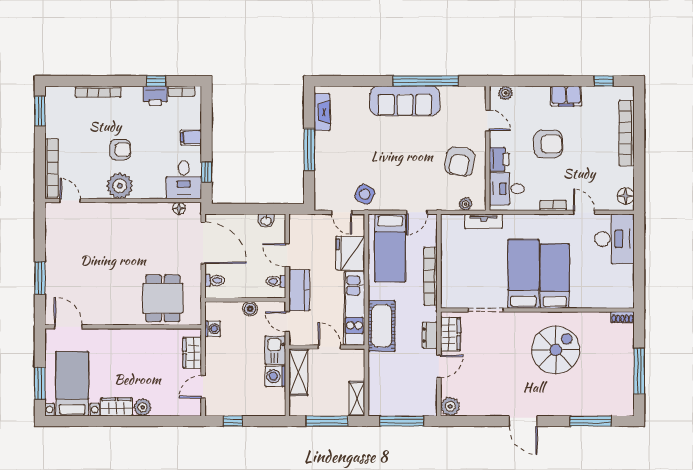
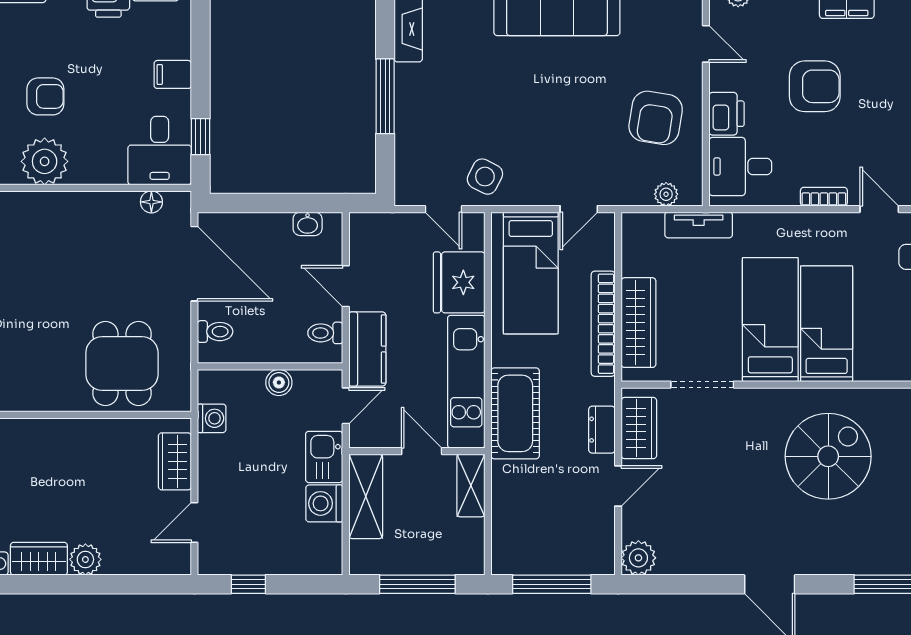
wardrobe: (450, 275) -> (638, 323), added
door: (287, 322) -> (346, 406), swing flipped
shelving: (357, 399) -> (471, 485), moved

